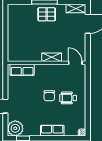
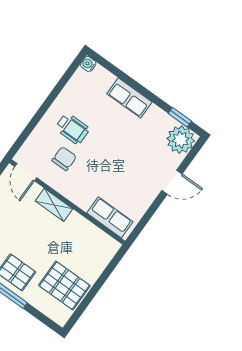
pallet: (20, 24) -> (64, 286), added
chair: (49, 96) -> (64, 159), moved

